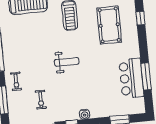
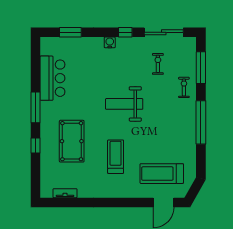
weight bench: (67, 62) -> (124, 104), width x1.36, depth x1.33
window: (146, 76) -> (35, 107), moved

